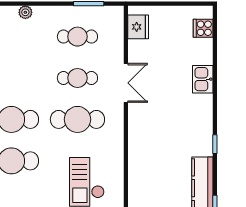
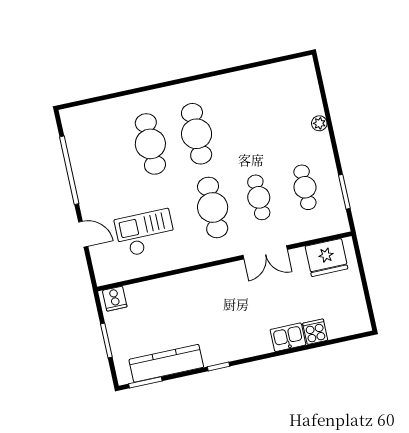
fridge: (138, 27) -> (326, 258), width x1.36, depth x1.34
cooker: (203, 28) -> (315, 332), moved

